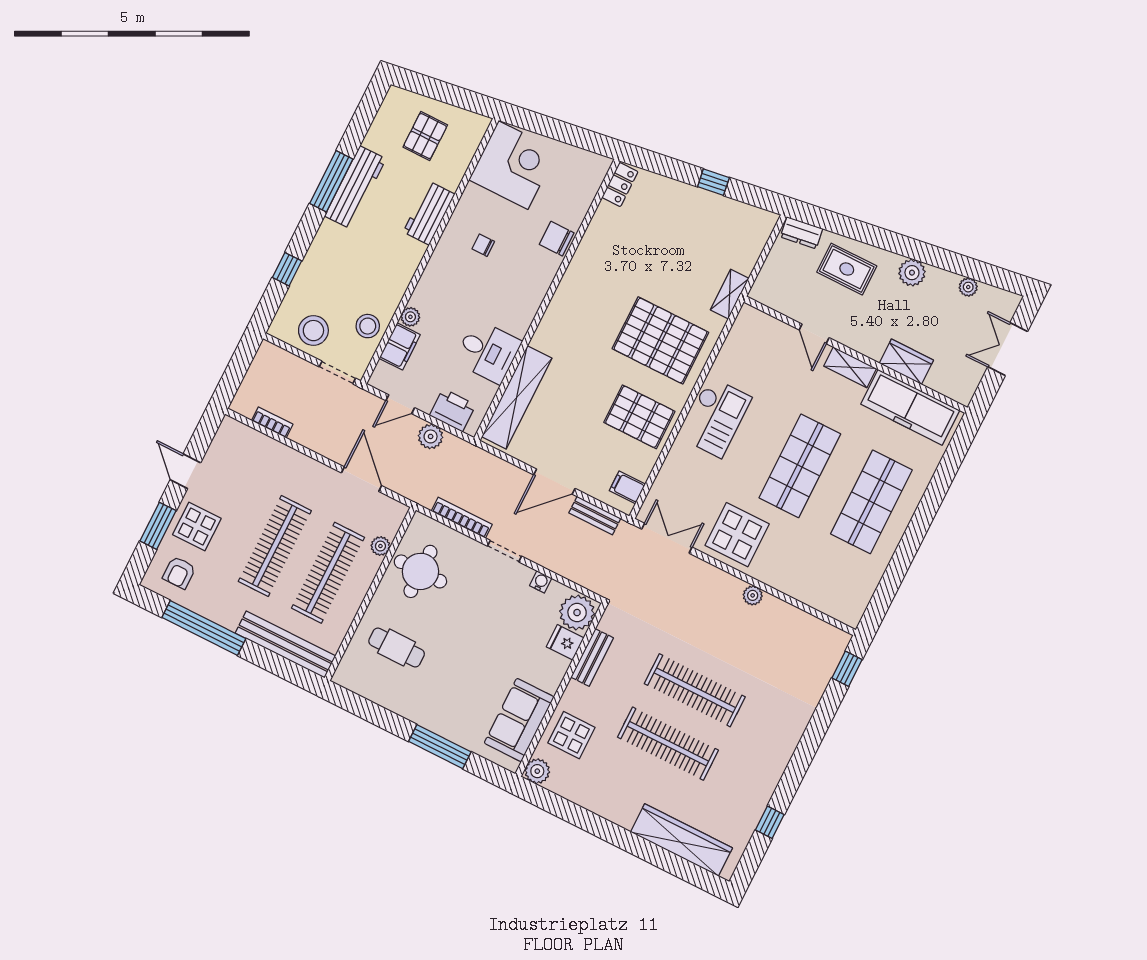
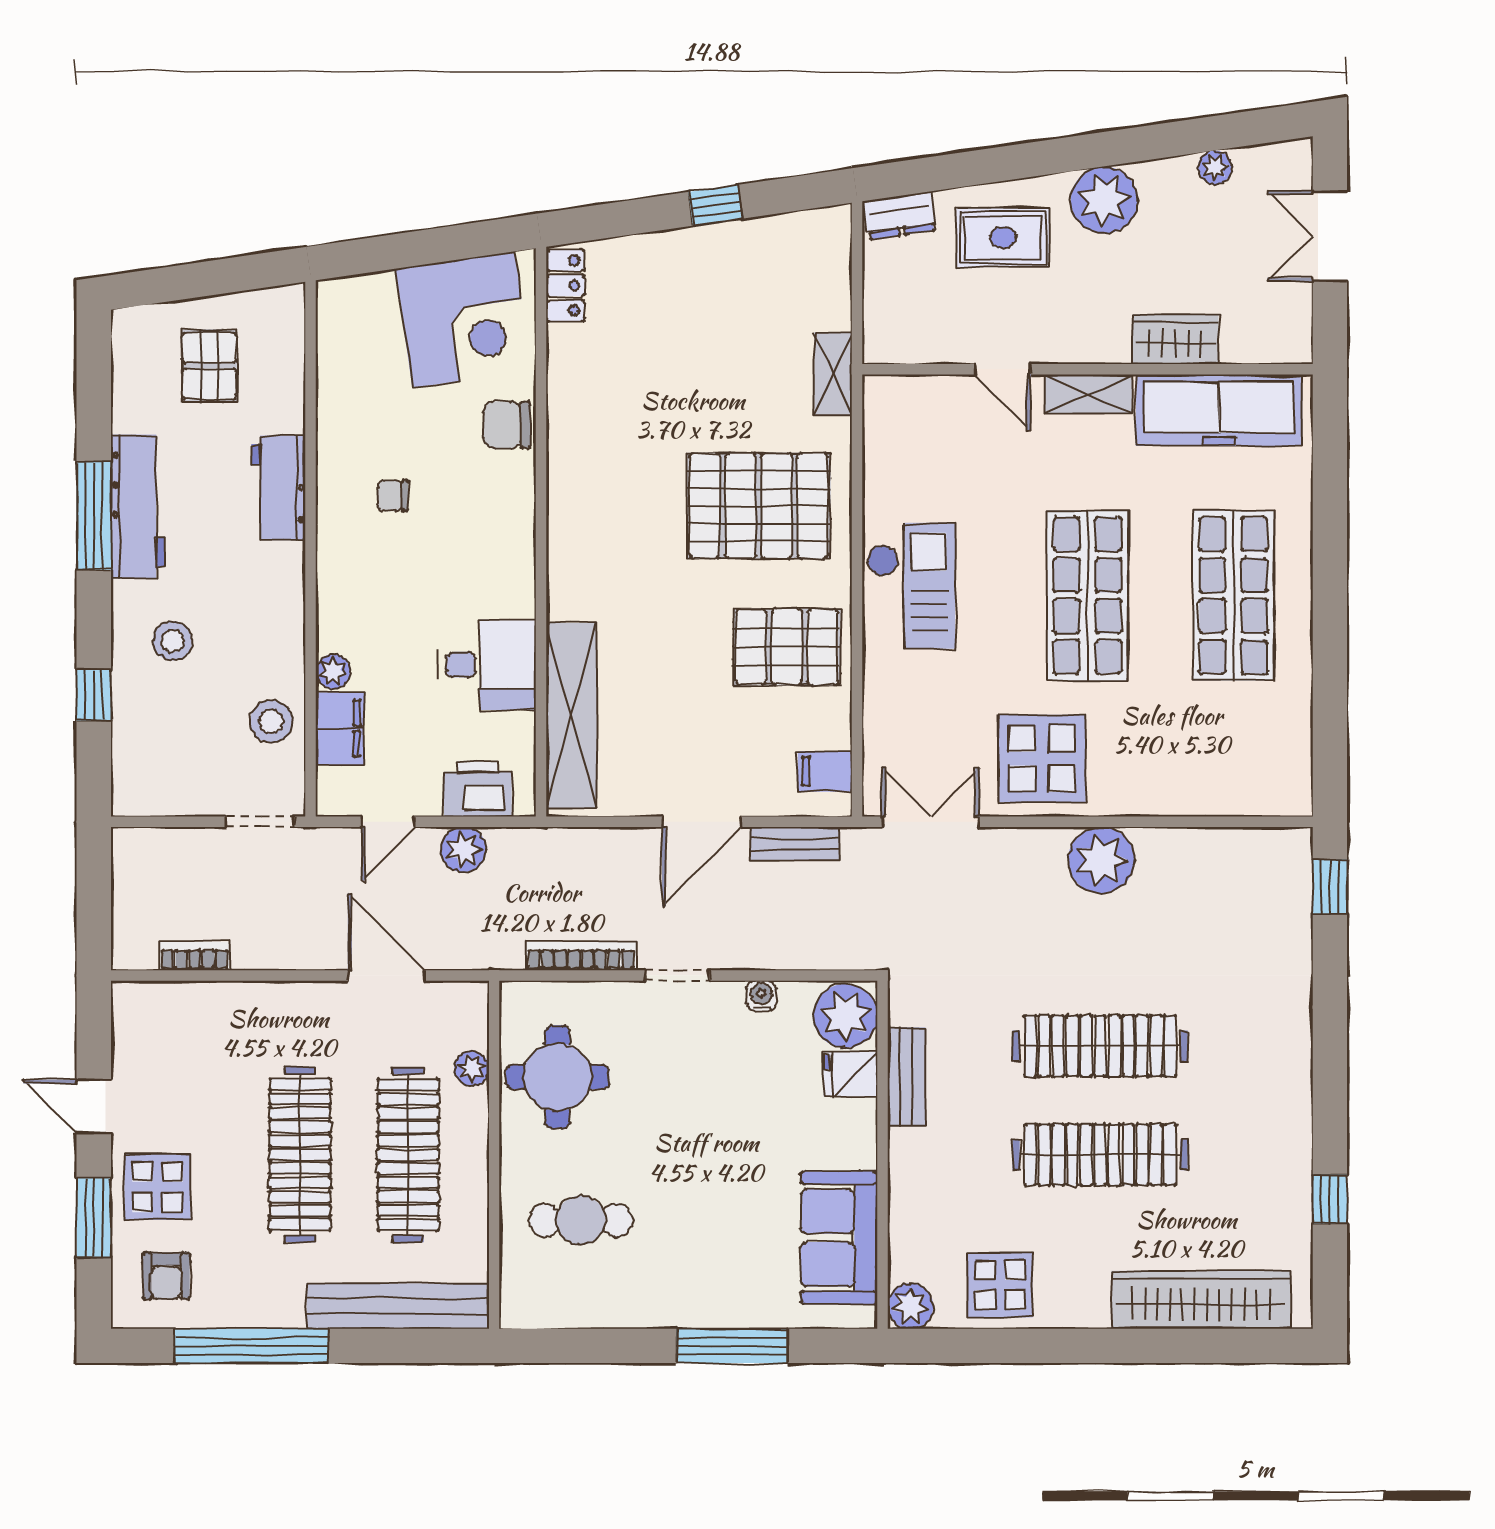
corner desk: (513, 165) -> (464, 320), moved, turned 82
plant: (912, 273) -> (1104, 200), width x1.36, depth x1.36
stool: (313, 331) -> (173, 641), moved, width x0.73, depth x0.73
plant: (753, 595) -> (1101, 860), width x1.88, depth x1.88
display table: (571, 735) -> (1000, 1285), moved

